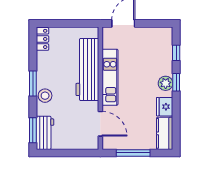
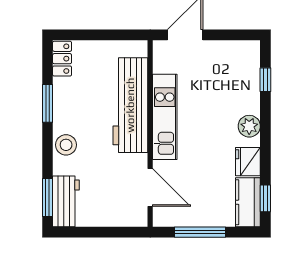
window: (176, 82) -> (265, 198), moved
window: (33, 84) -> (47, 103), moved

